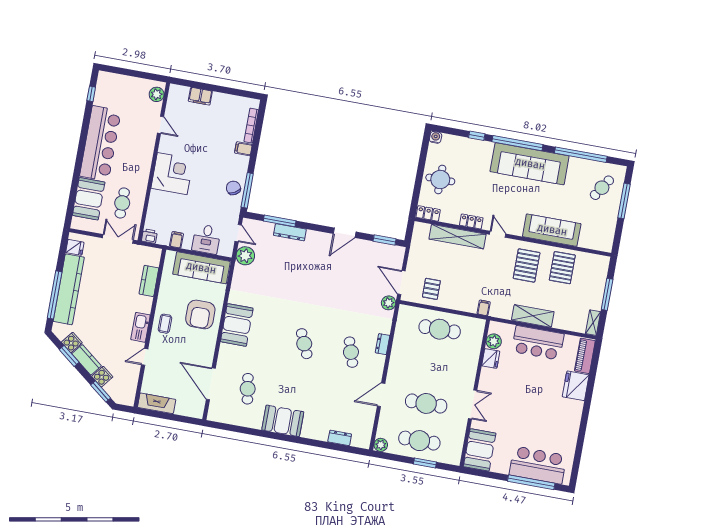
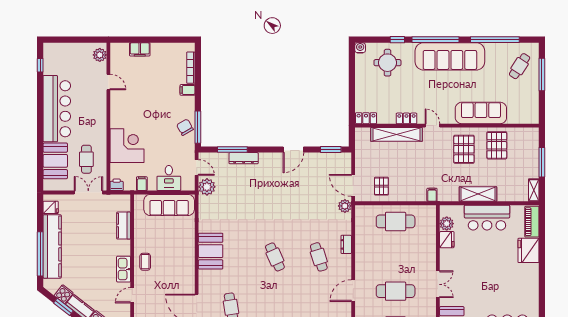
corner desk: (172, 174) -> (127, 146), moved
round table: (440, 179) -> (387, 63), moved
armchair: (200, 314) -> (176, 248), removed

